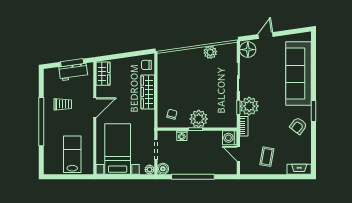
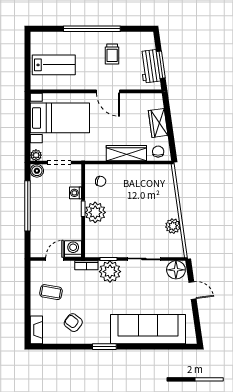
wardrobe: (103, 74) -> (158, 123), moved, turned 82
armchair: (298, 126) -> (73, 323), moved

